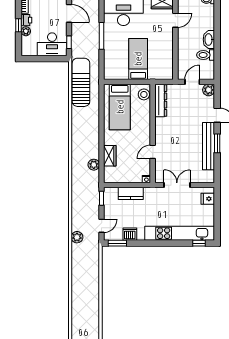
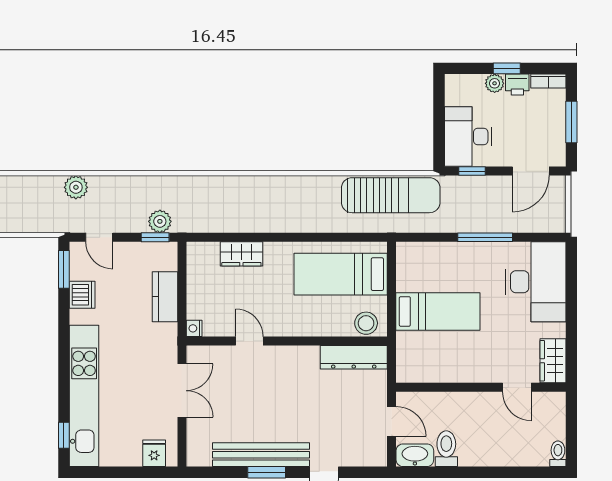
washbasin: (209, 40) -> (415, 455), moved
plant: (209, 90) -> (375, 455), removed
plant: (94, 165) -> (160, 221), moved

